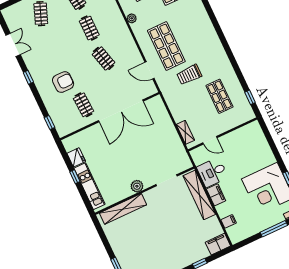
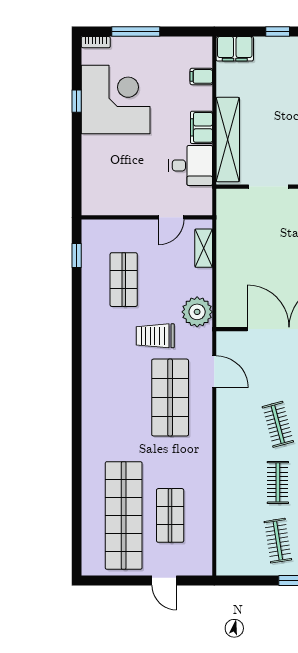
plant: (132, 18) -> (197, 312), moved, width x1.87, depth x1.87
trolley: (189, 75) -> (155, 336), turned 180
door: (210, 140) -> (171, 217), swing flipped

